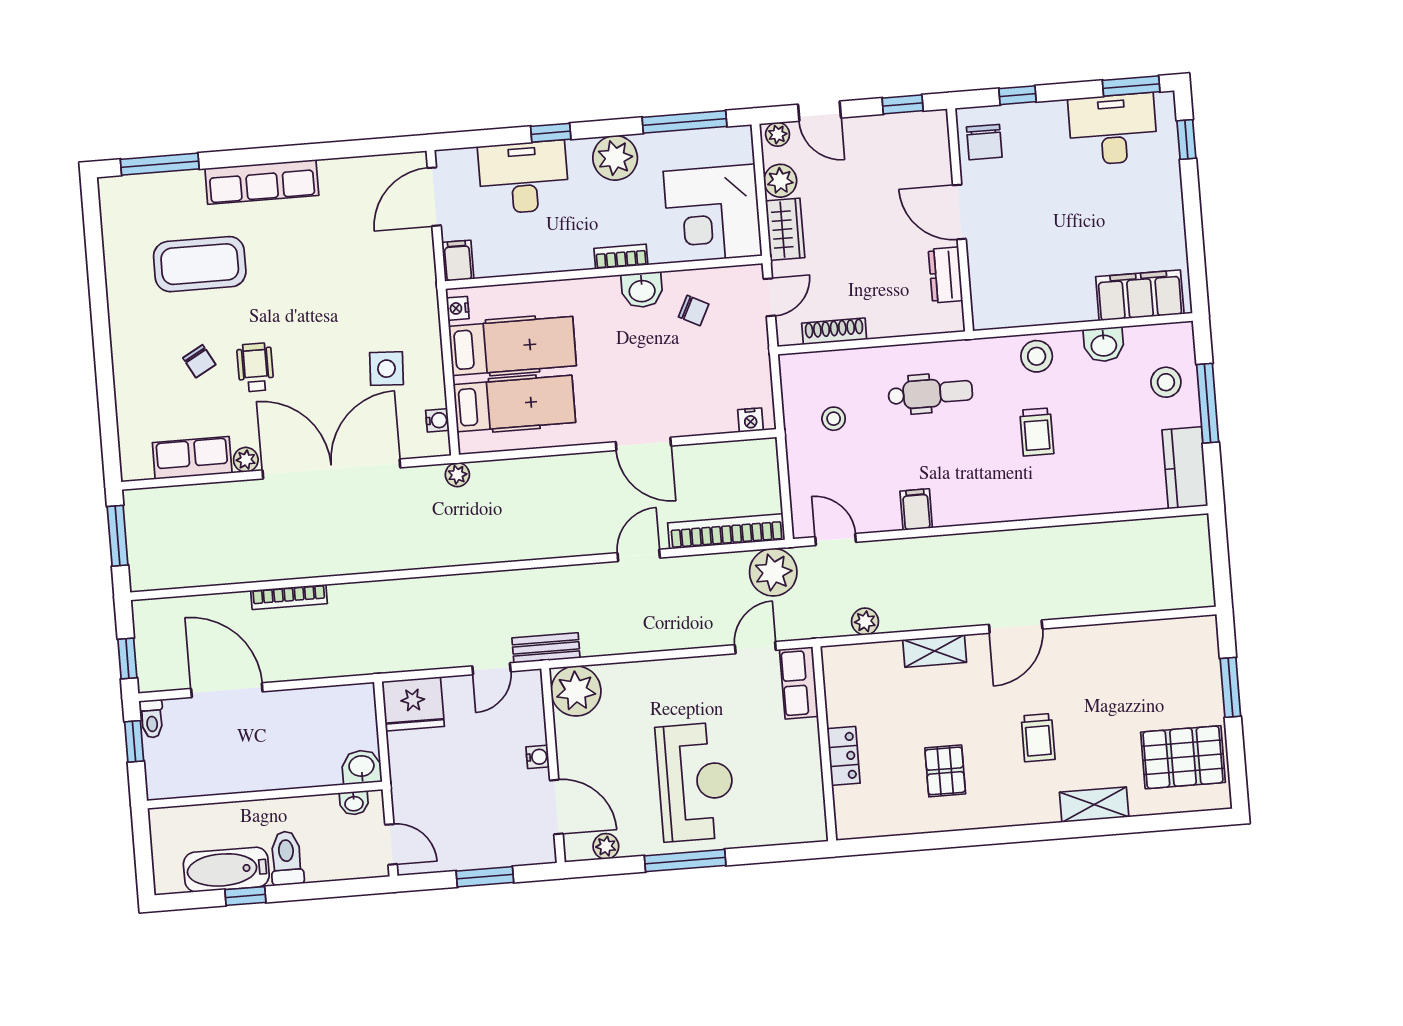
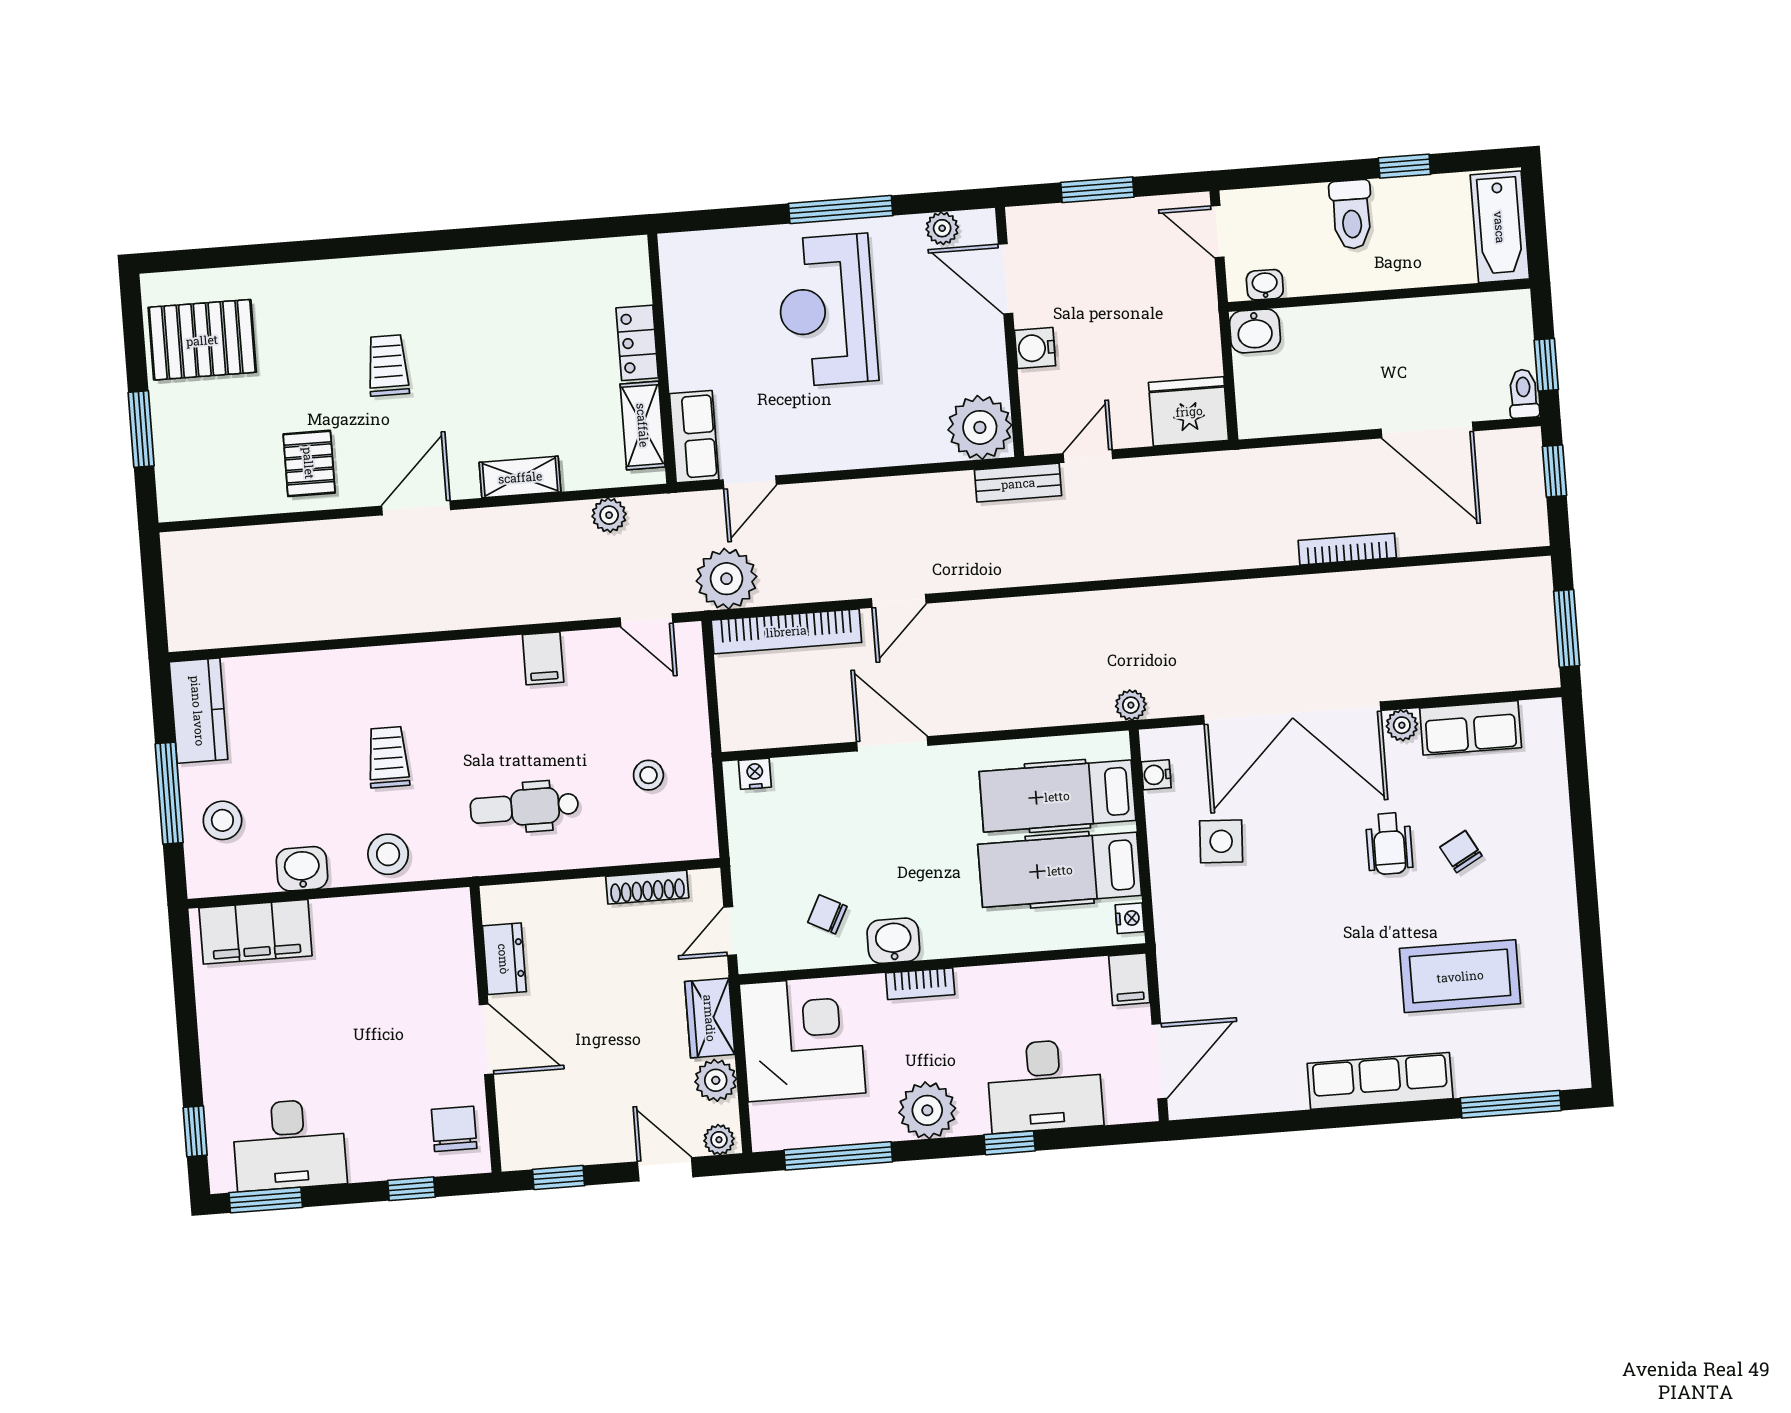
water cooler: (538, 757) -> (1035, 348), width x1.38, depth x1.38
pallet: (945, 771) -> (309, 463), moved
shelving: (1094, 805) -> (643, 425), moved, turned 90
bathtub: (226, 870) -> (1500, 227), moved, turned 90

